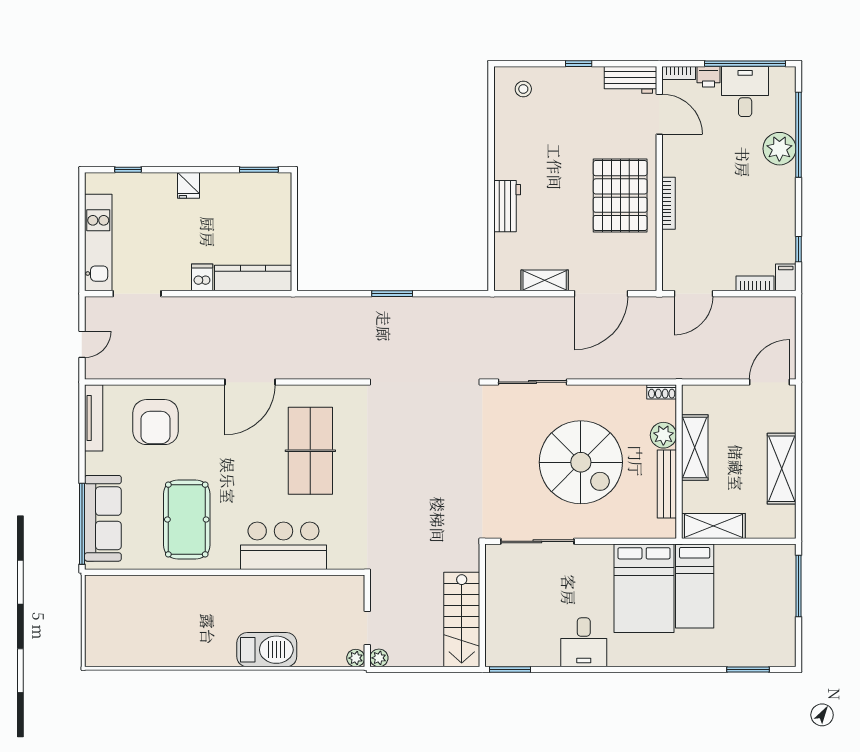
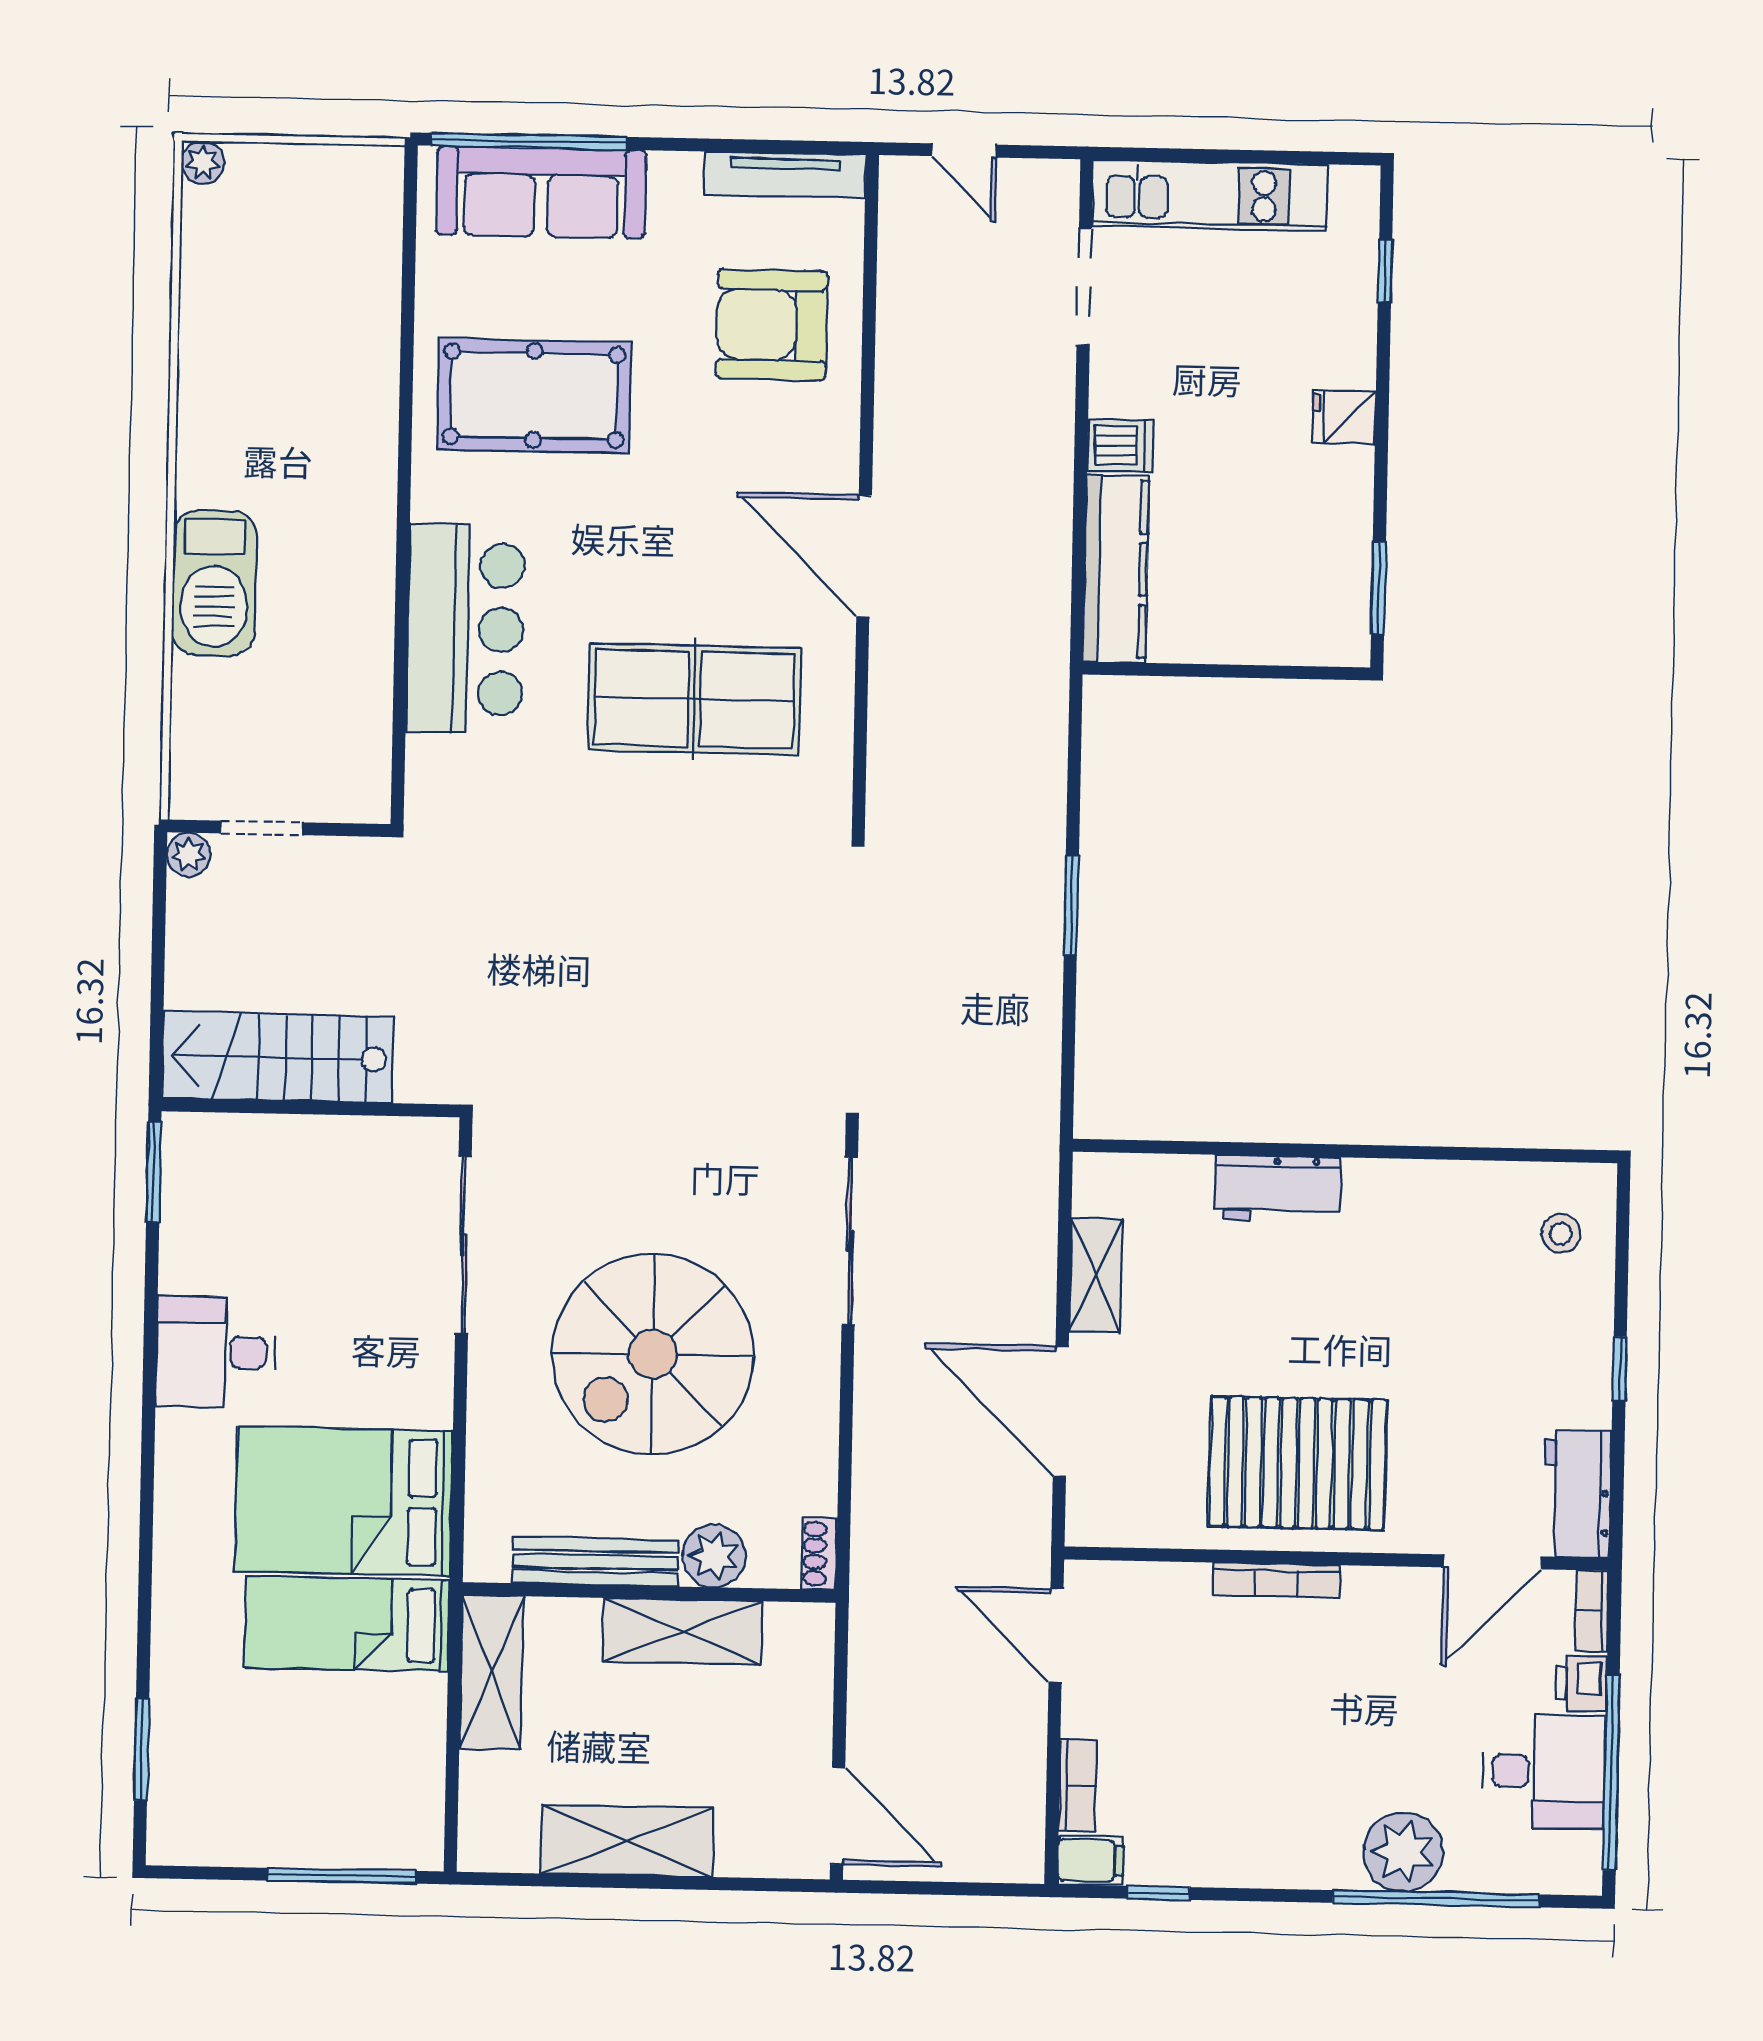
plant: (356, 658) -> (203, 162), moved

